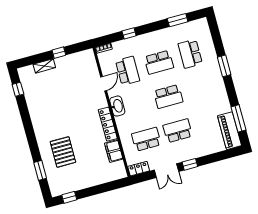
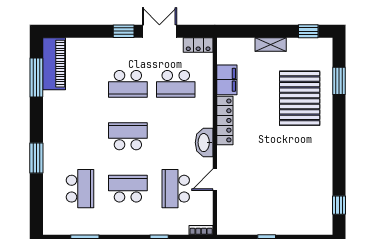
shelving: (44, 66) -> (271, 44), moved
pallet: (63, 152) -> (300, 98), width x1.37, depth x1.41

